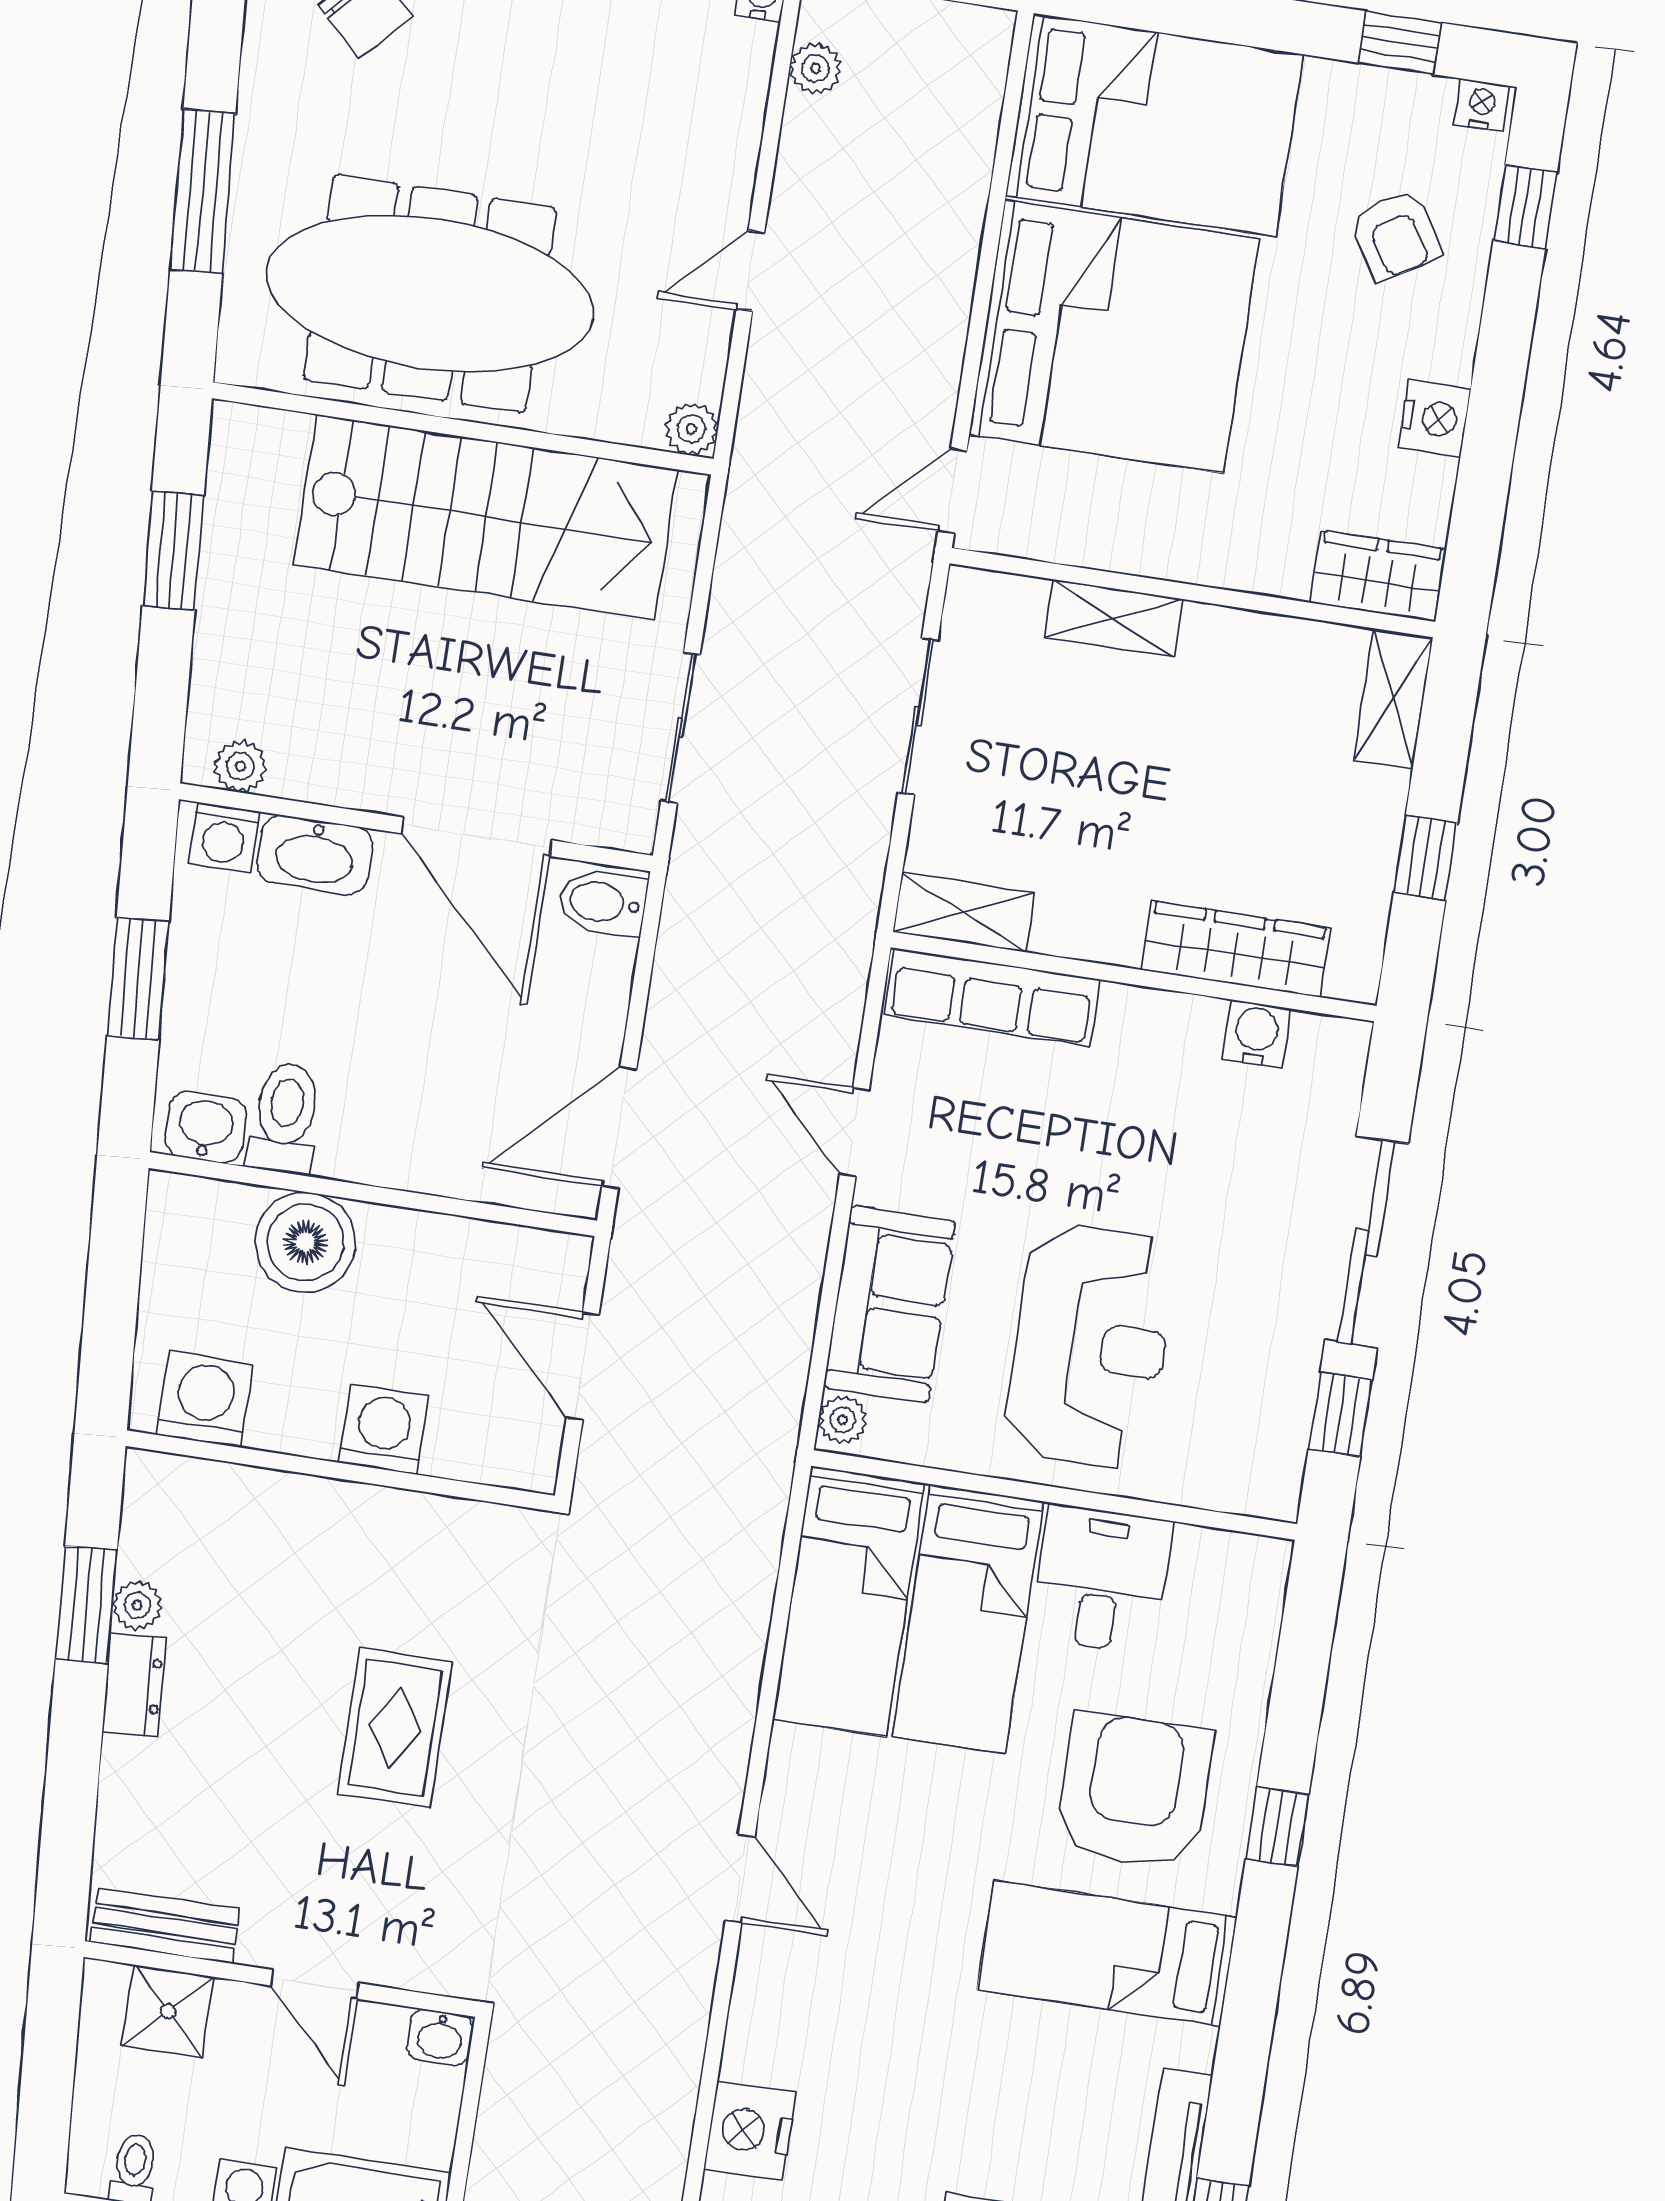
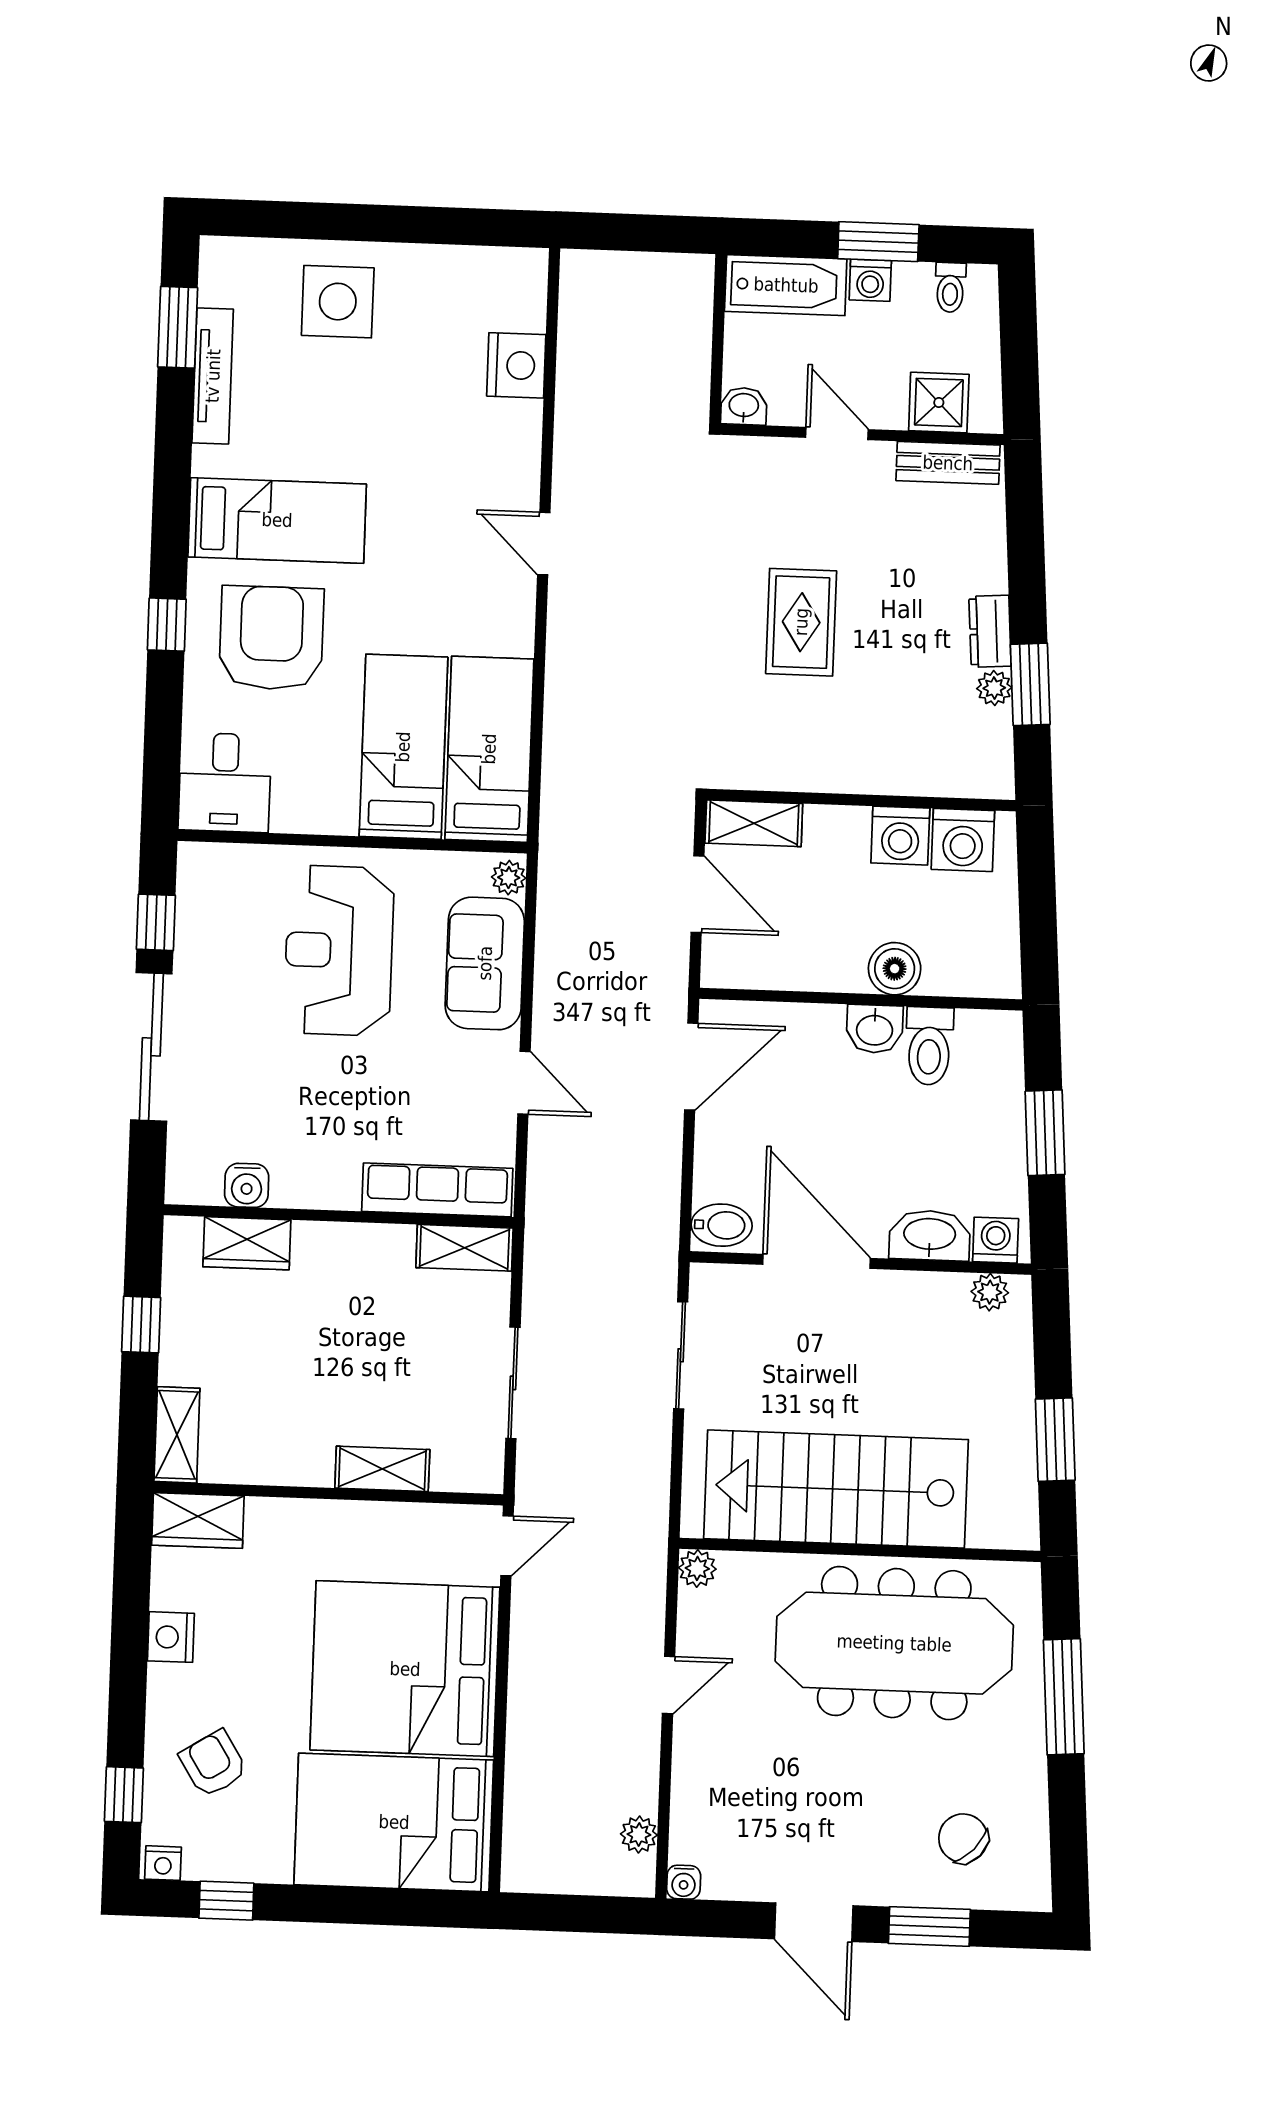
wardrobe: (1236, 949) -> (247, 1243), width x0.67
washbasin: (205, 1127) -> (875, 1029), moved
boiler: (305, 1242) -> (895, 969), width x0.73, depth x0.73
washing machine: (384, 1429) -> (900, 836), moved
shelving: (493, 1456) -> (754, 823), added
desk: (1101, 1579) -> (225, 783), moved
armchair: (1134, 1791) -> (271, 638), turned 180

